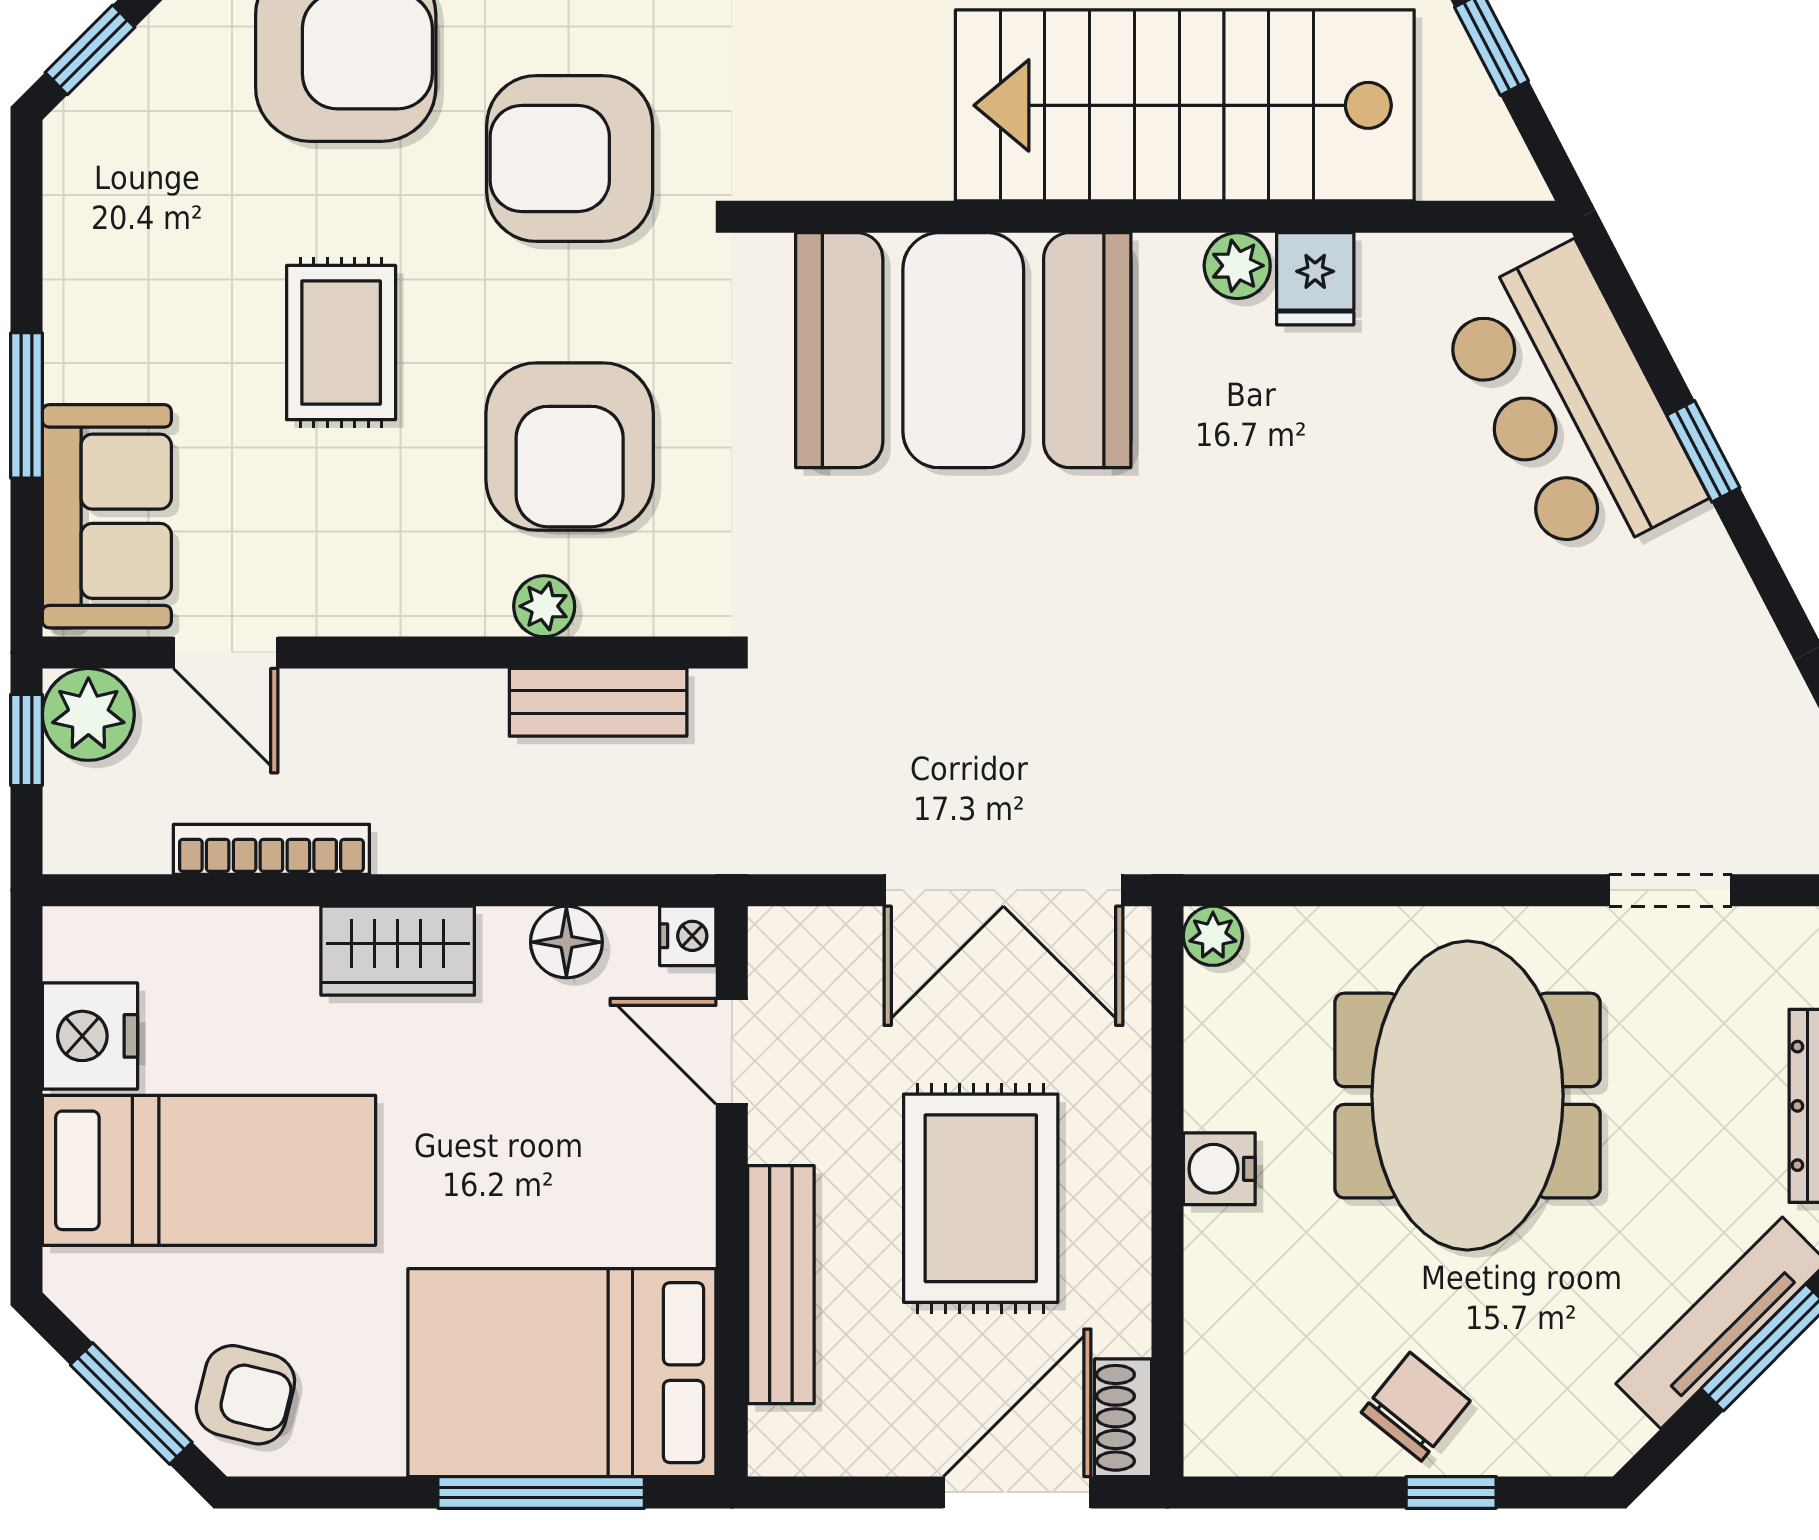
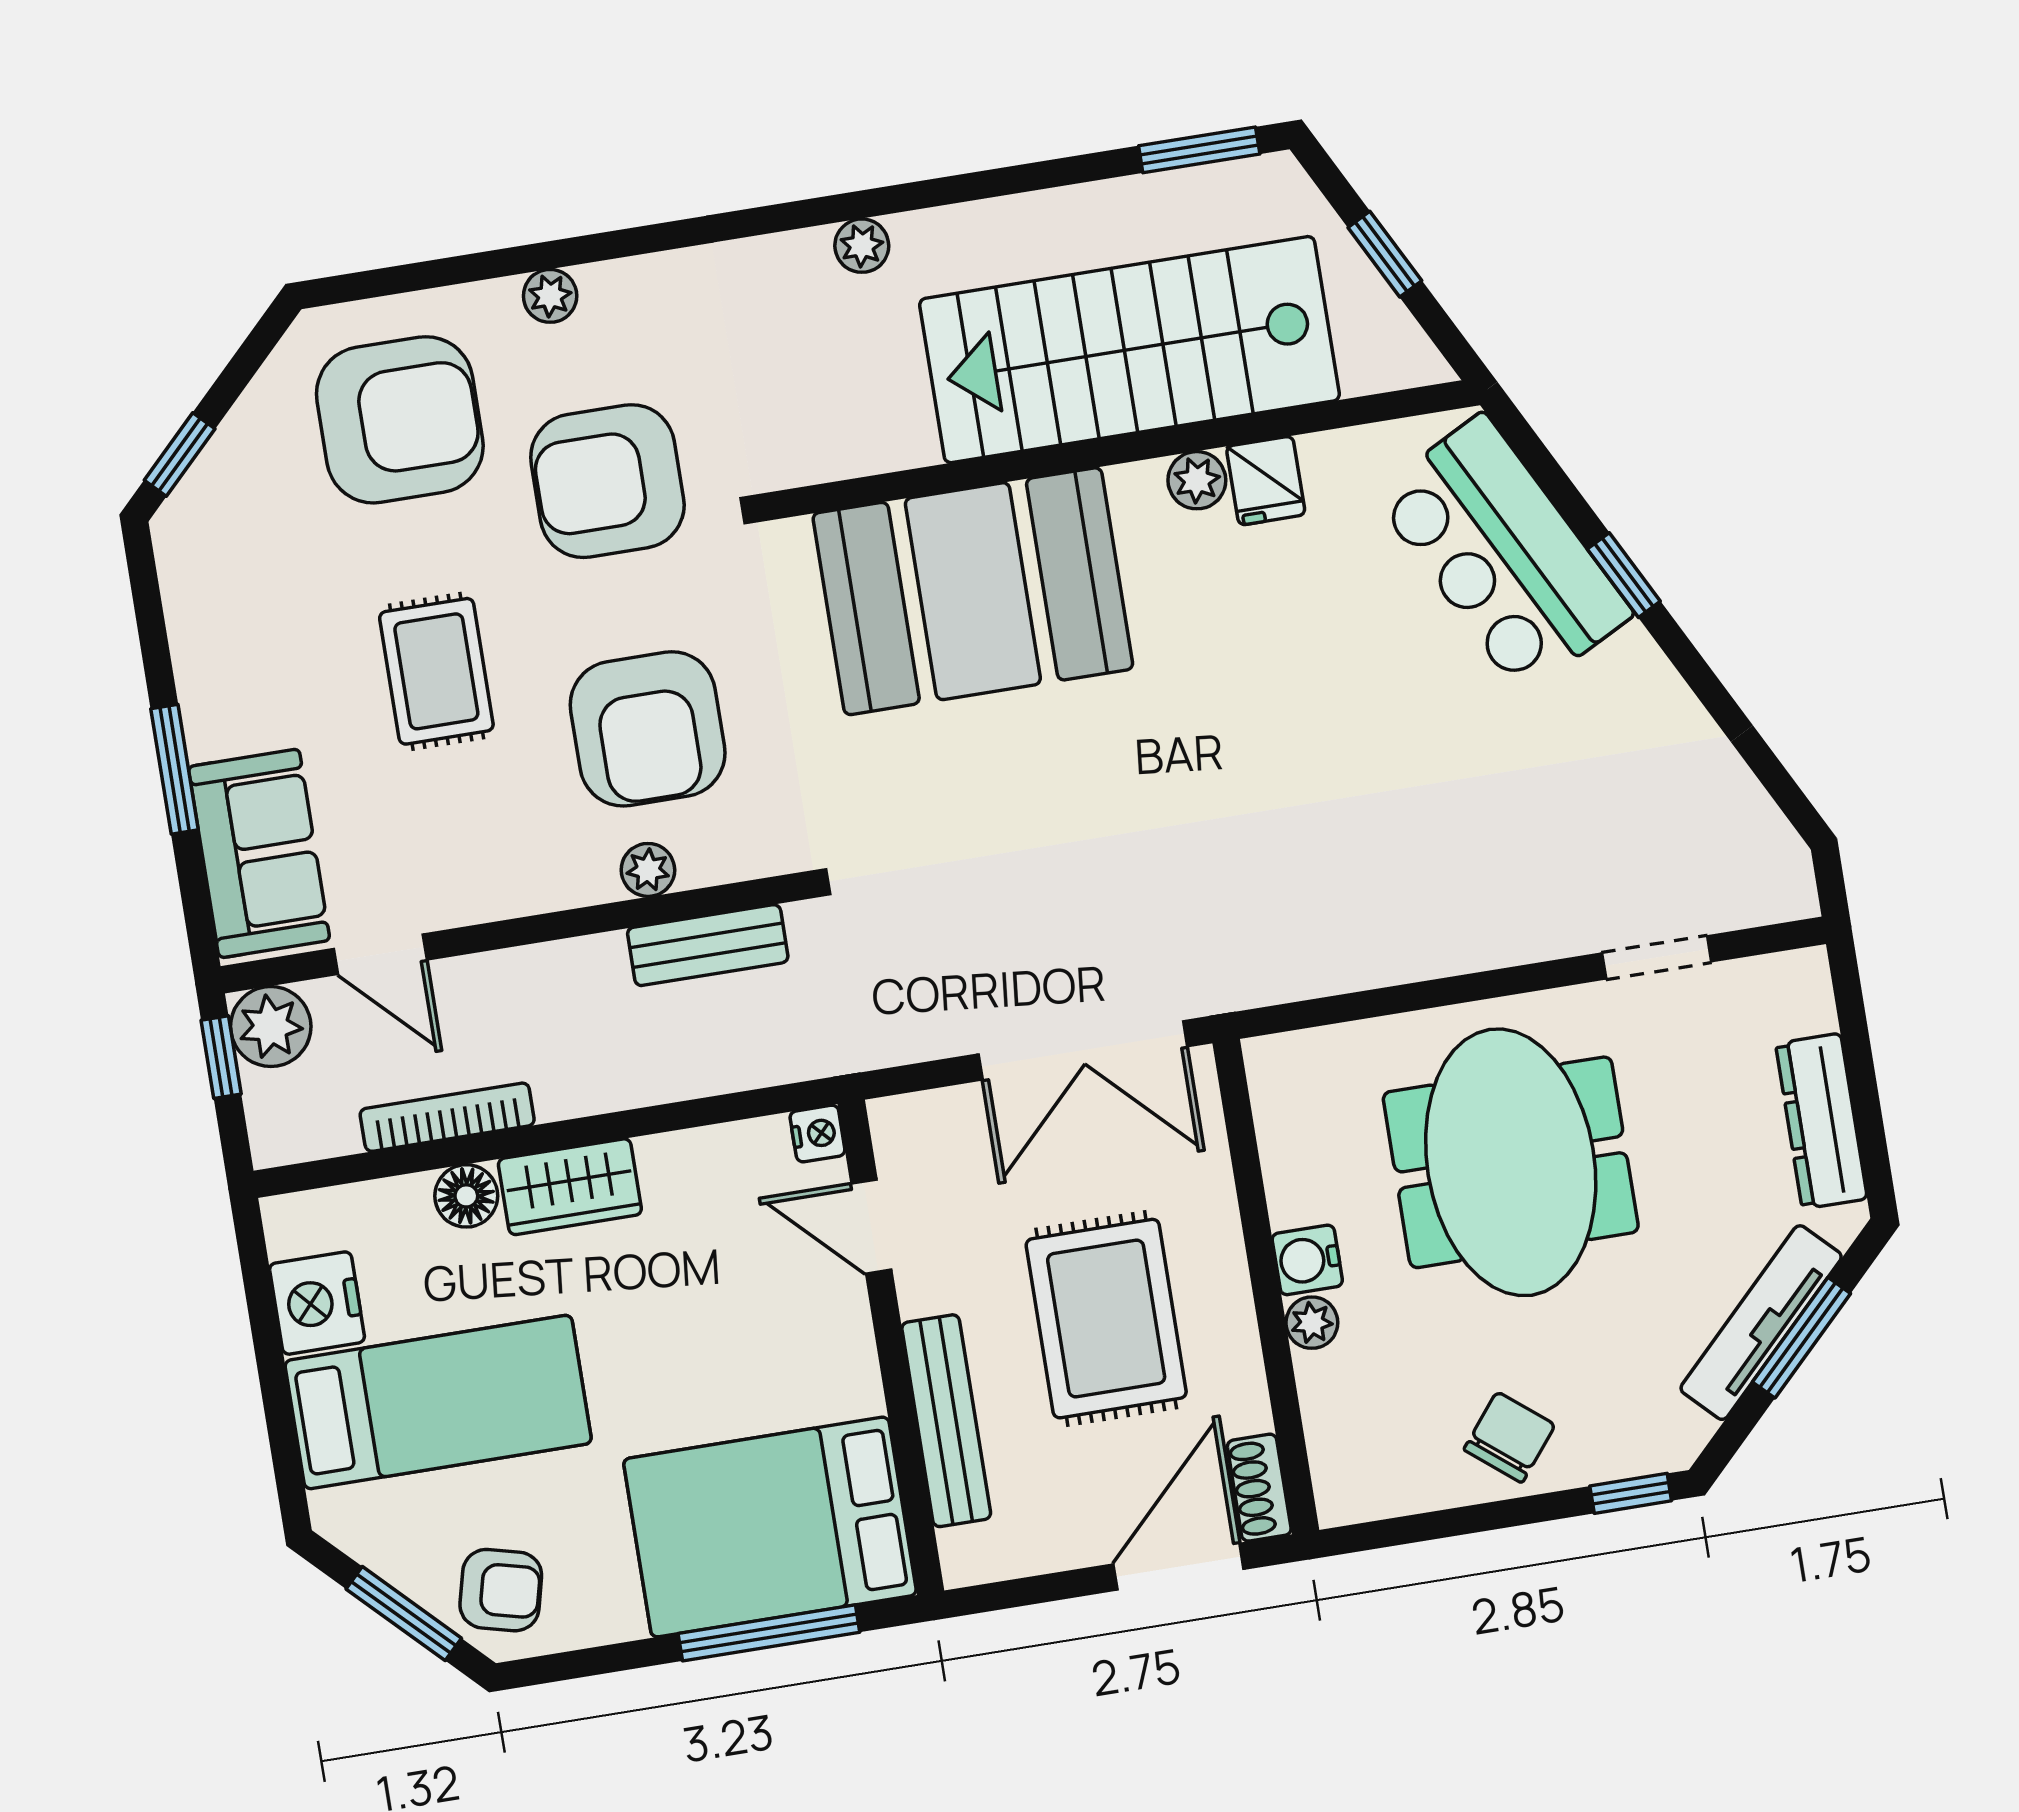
plant: (1213, 936) -> (1312, 1323), moved
floor lamp: (566, 942) -> (466, 1196), moved
window: (1451, 1492) -> (1631, 1493), moved

